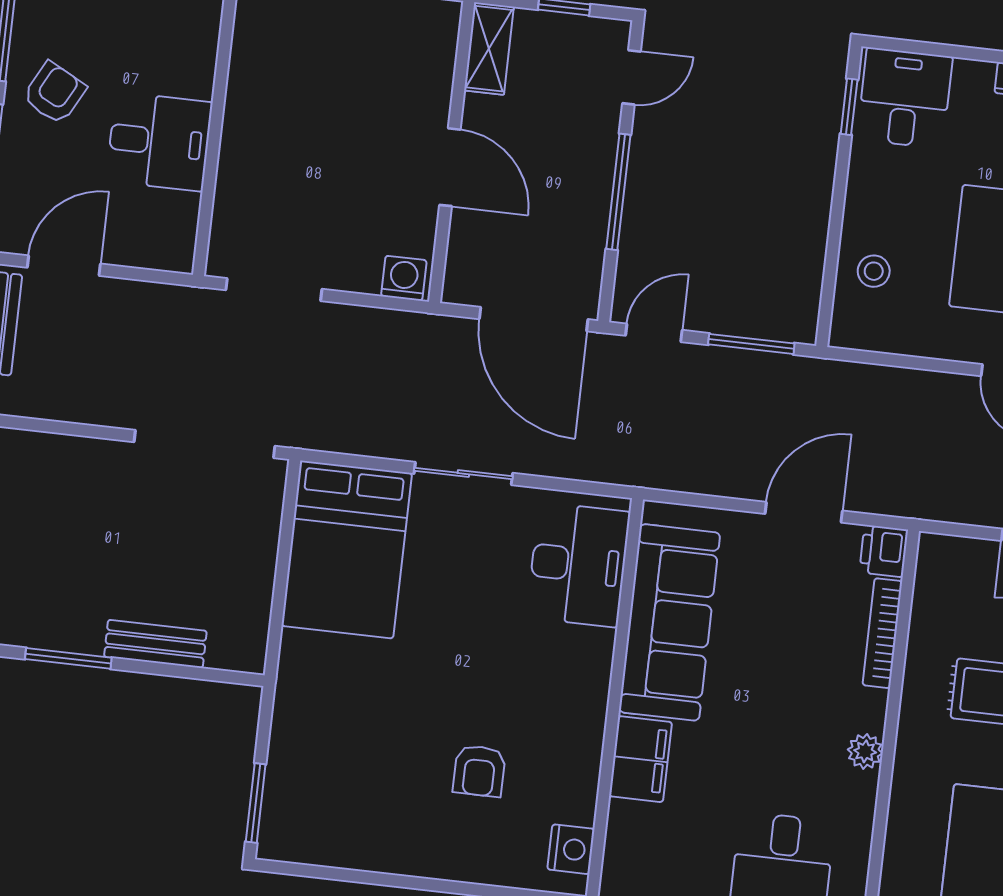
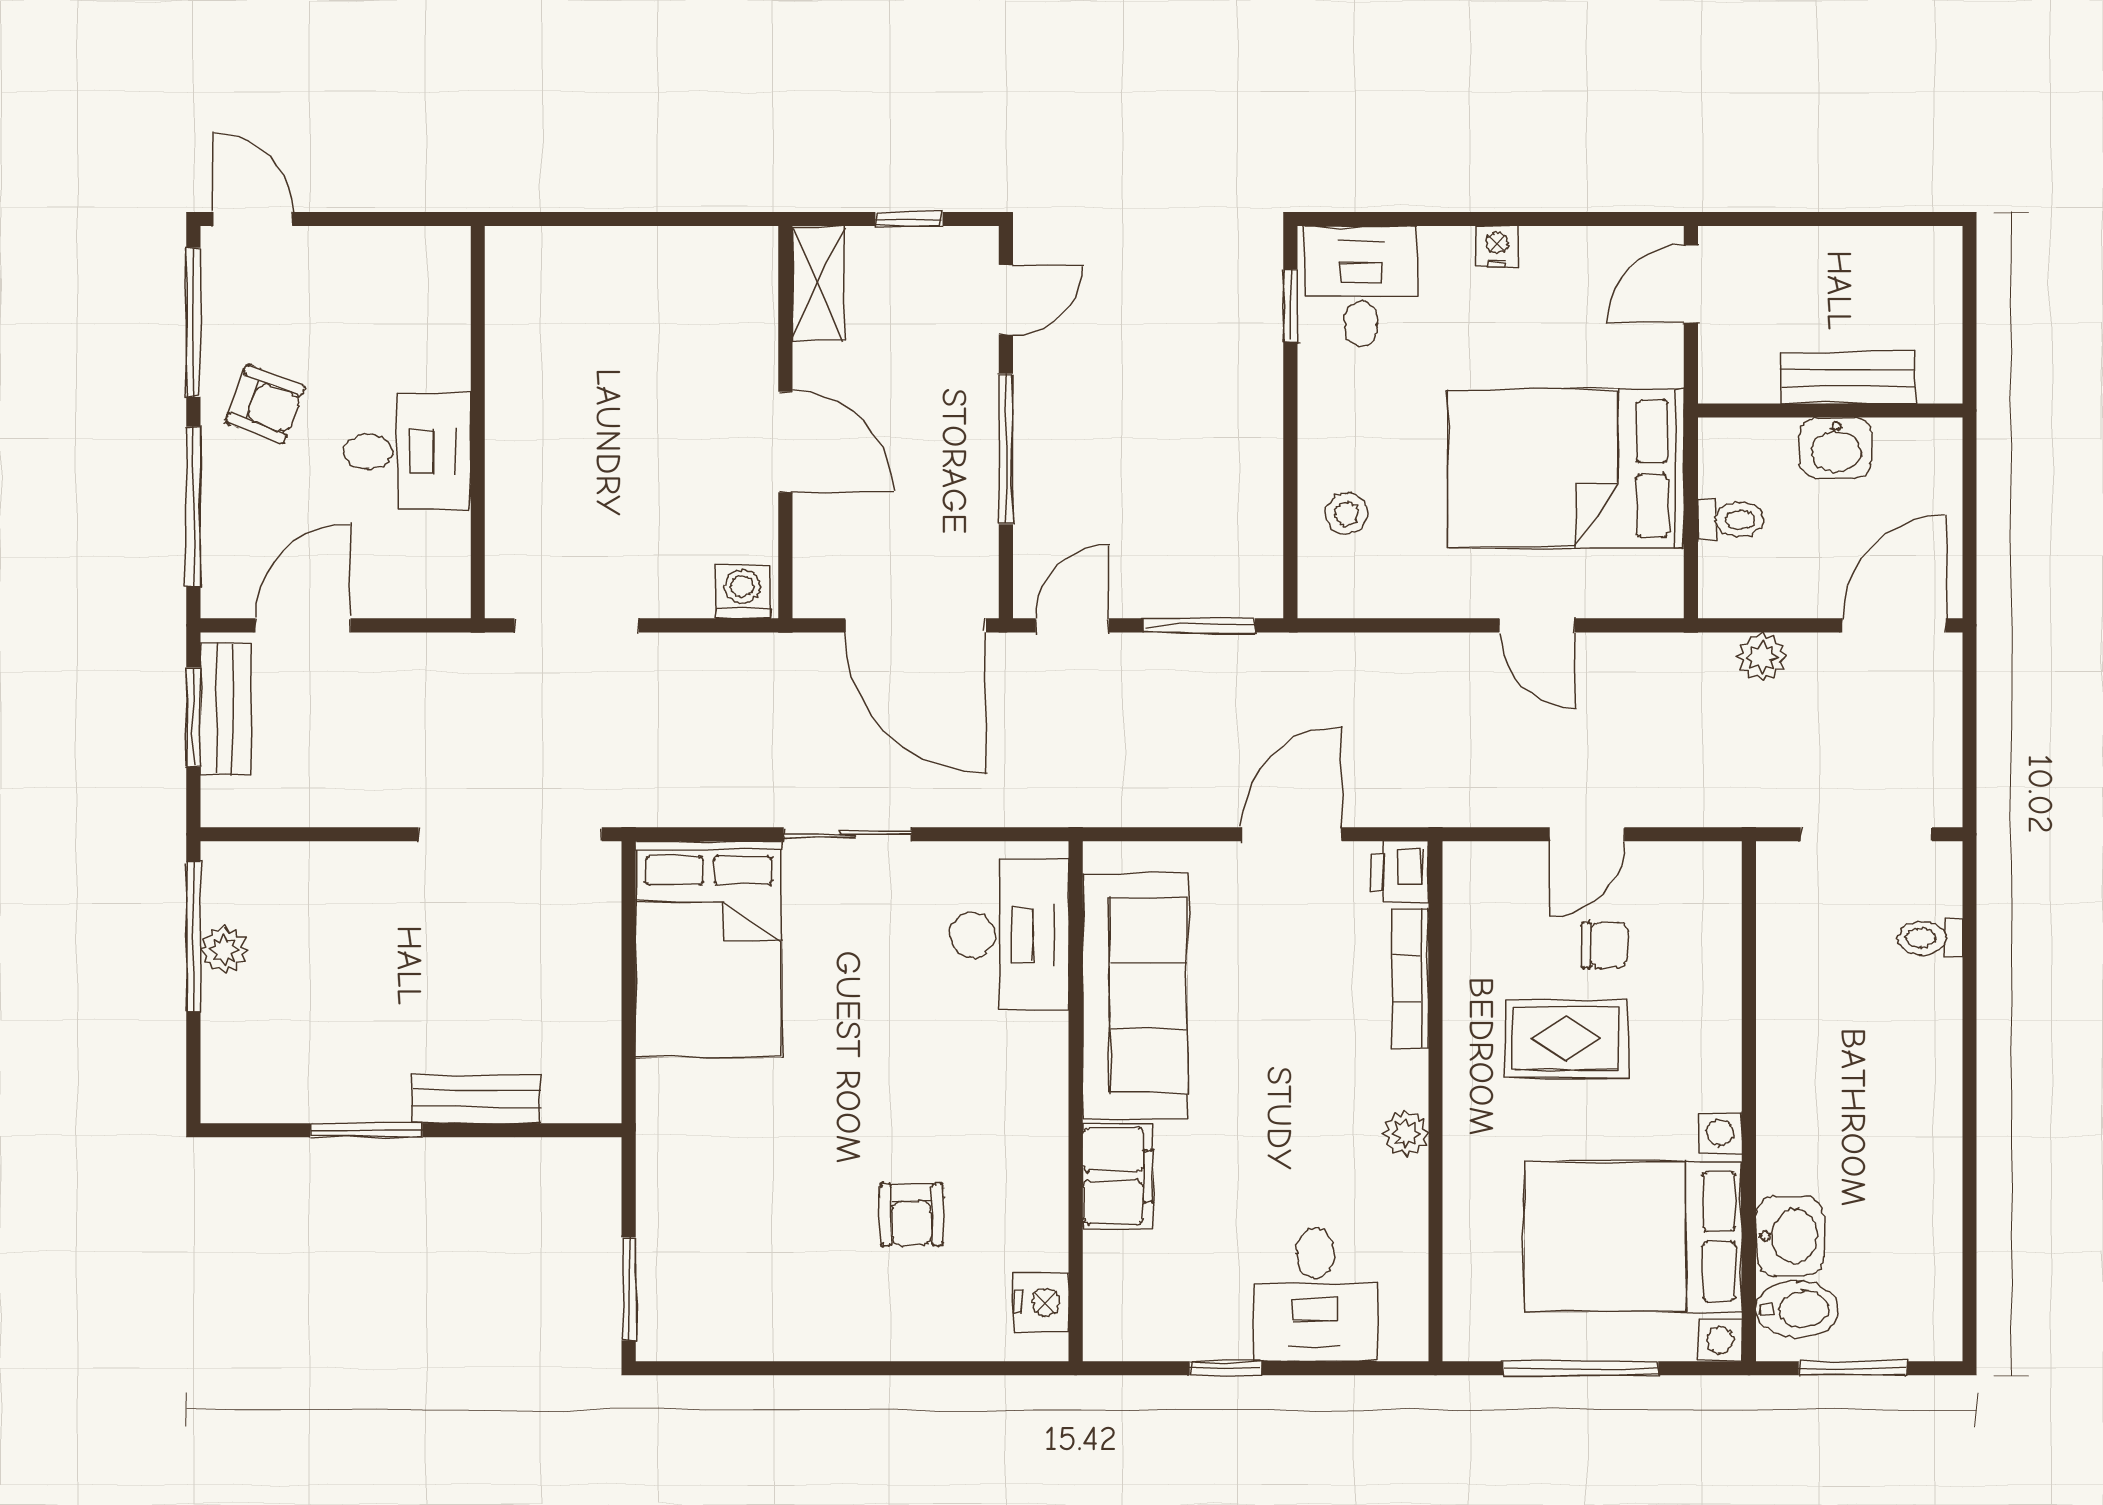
armchair: (54, 93) -> (265, 404), turned 83

